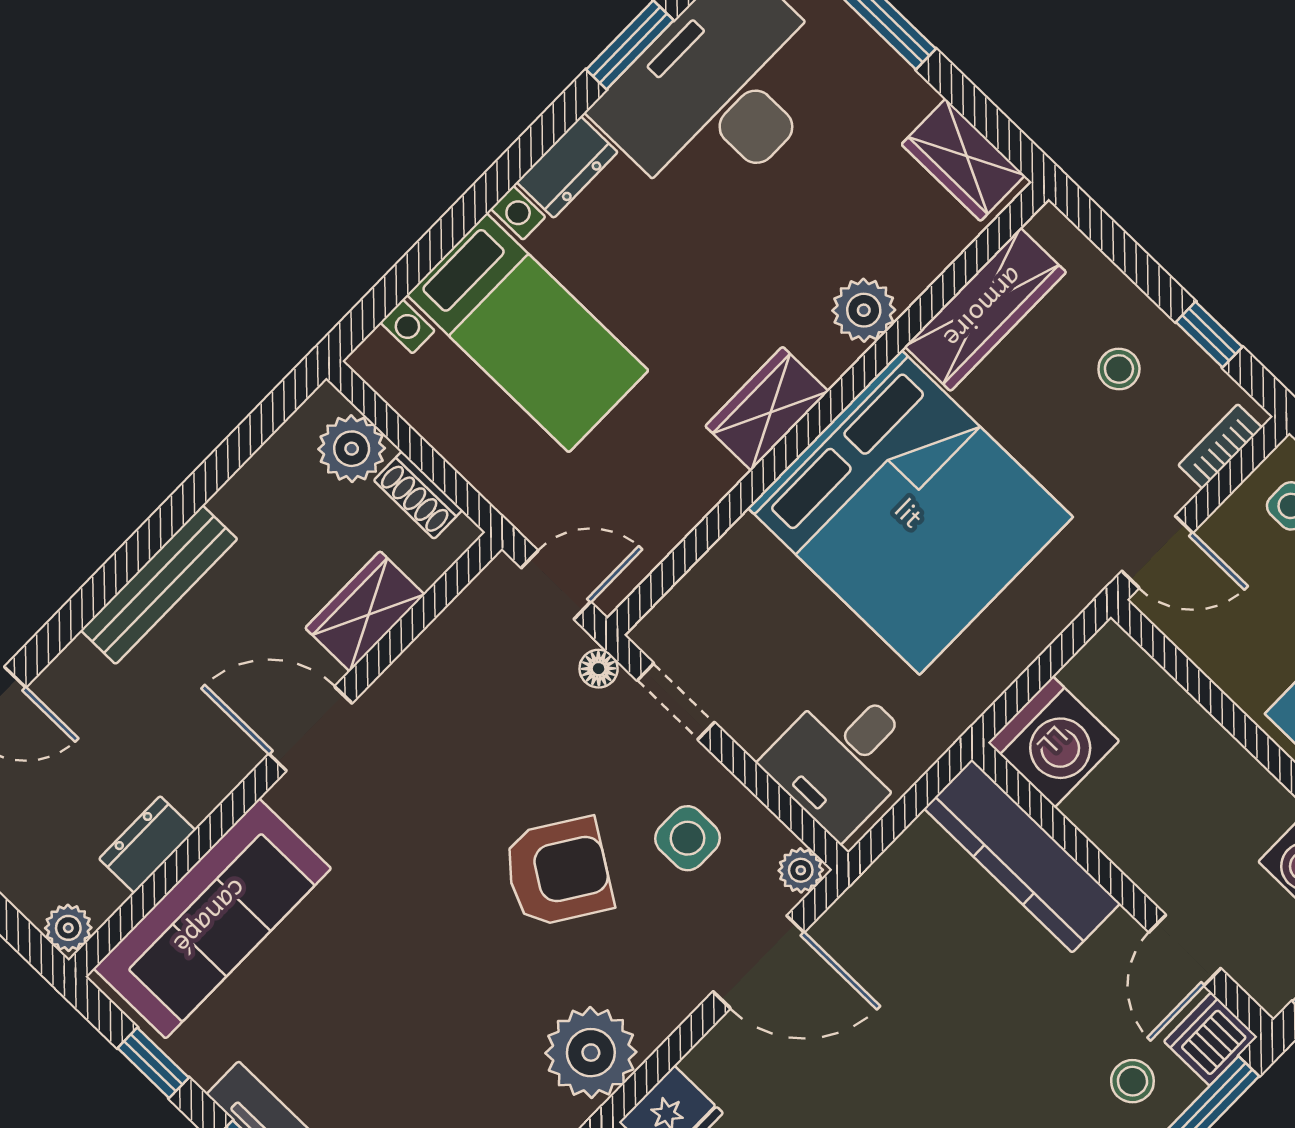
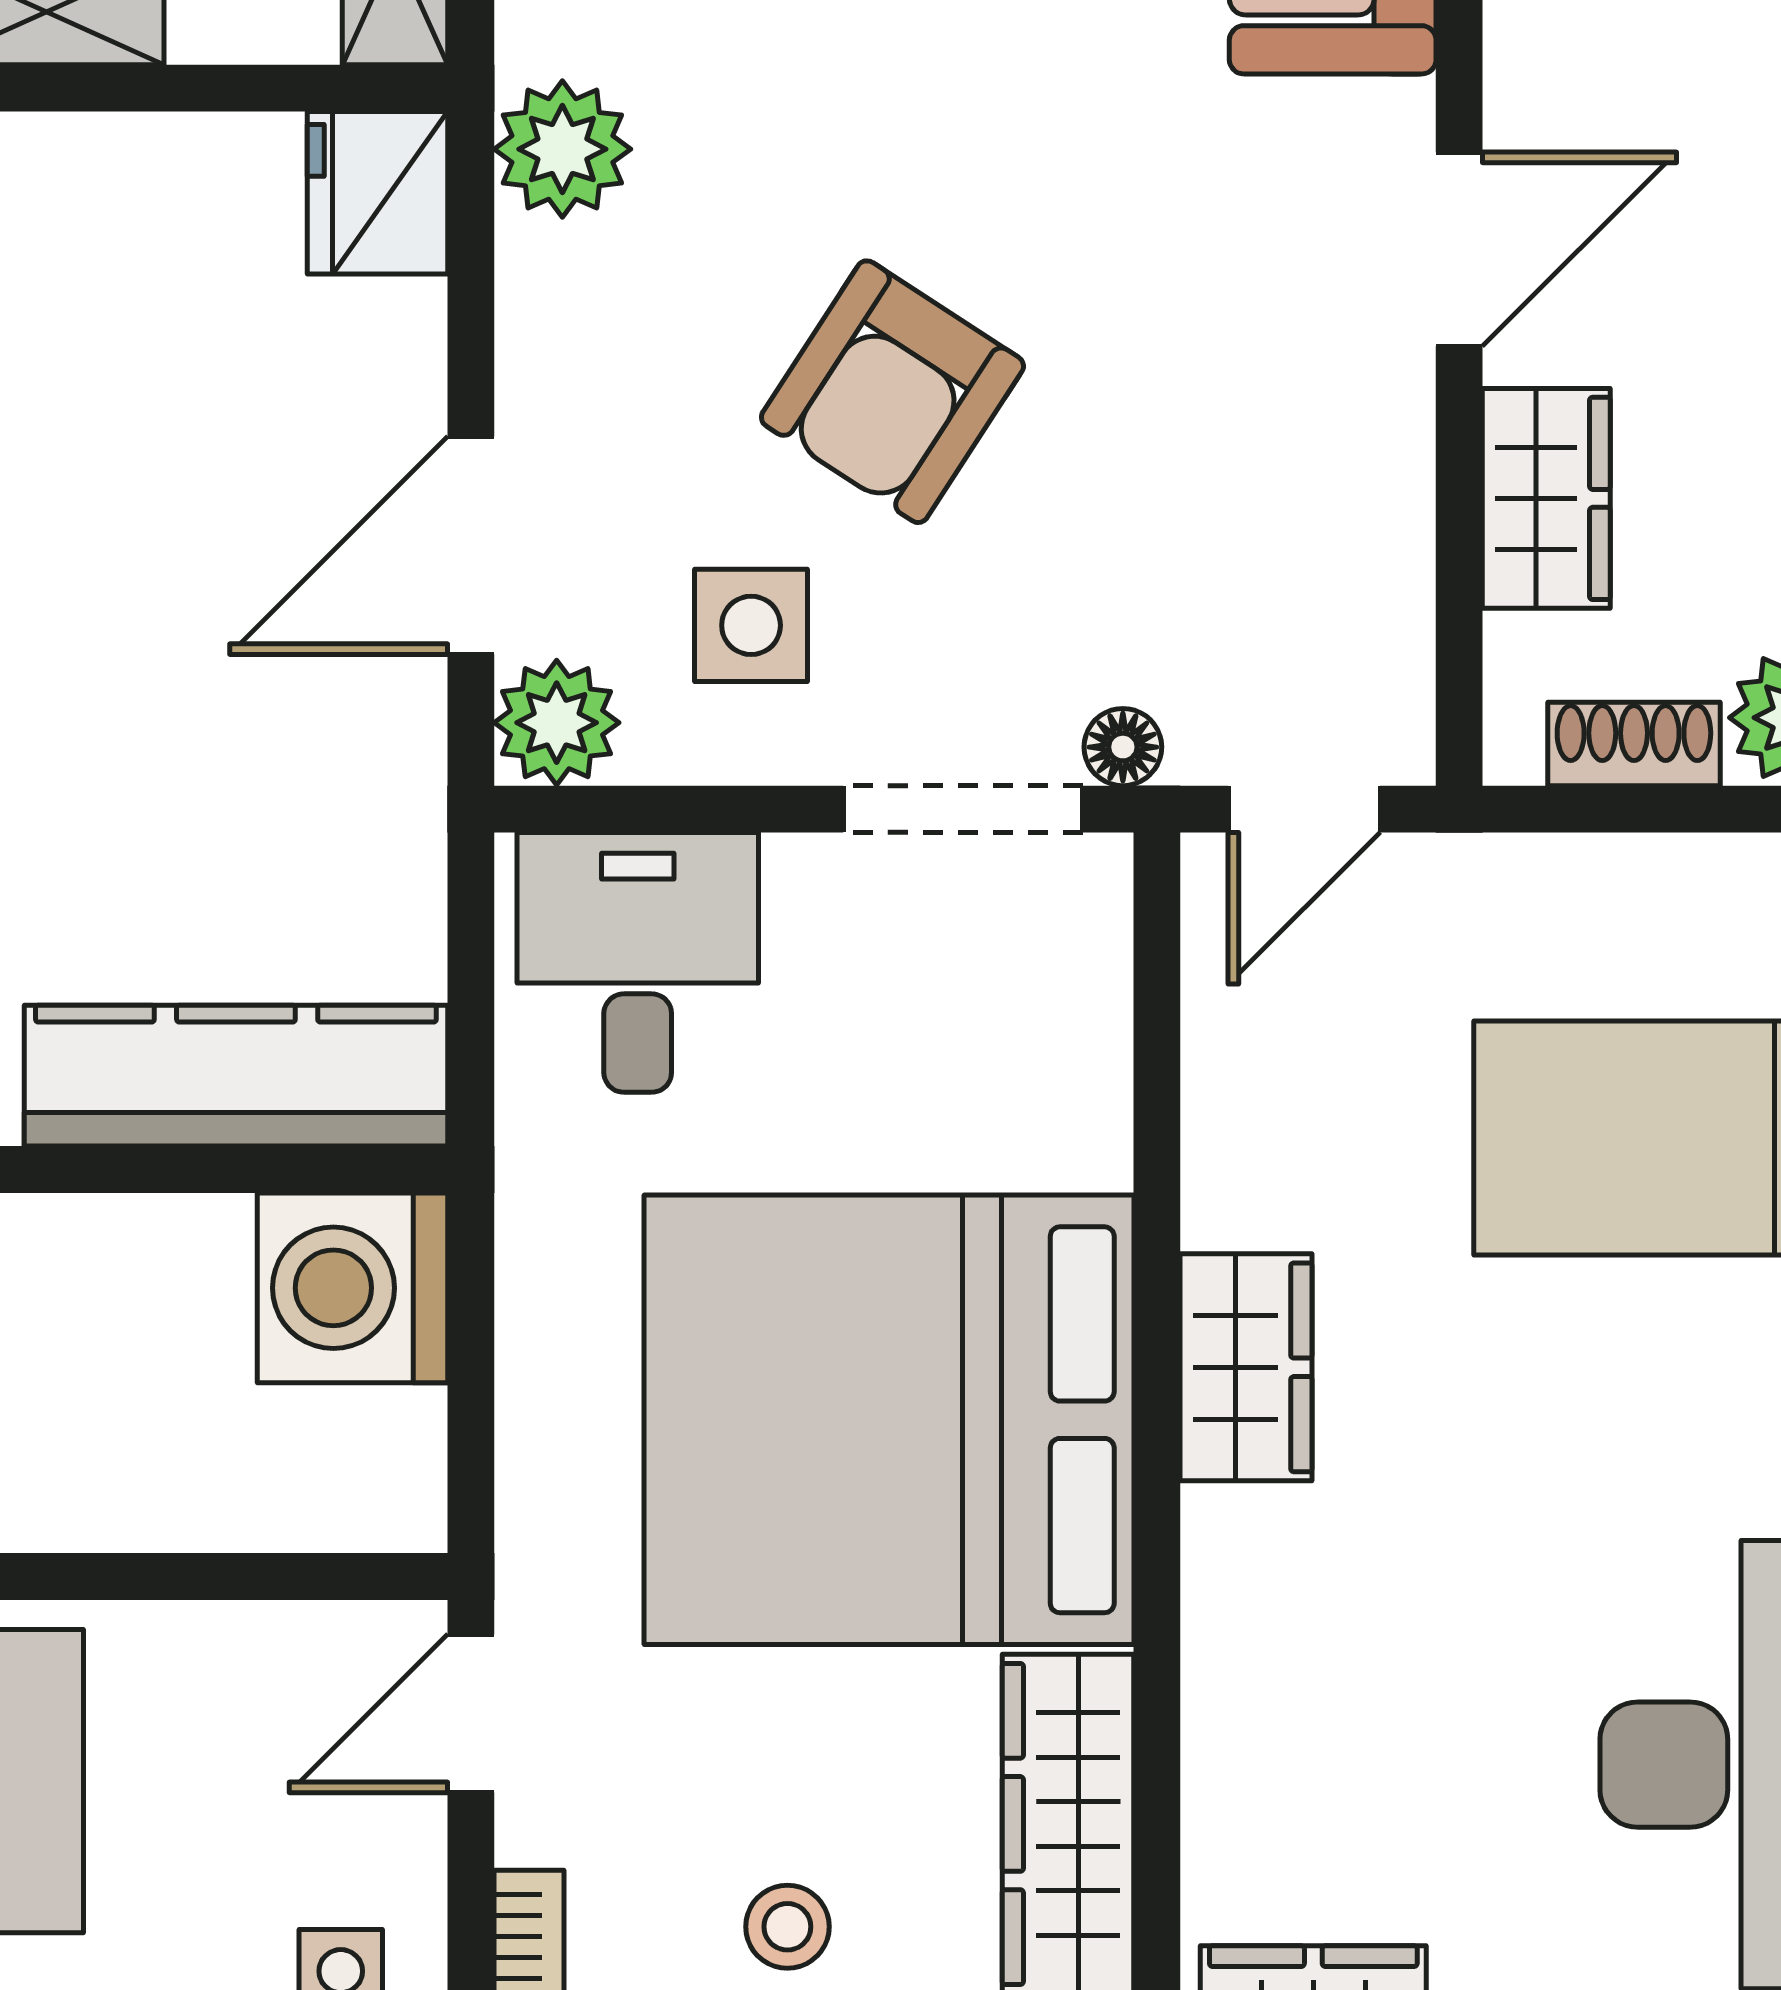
plant: (864, 310) -> (1245, 1650), removed
doorway: (676, 701) -> (963, 809), width x1.38
plant: (801, 870) -> (557, 723), width x1.38, depth x1.38
plant: (591, 1053) -> (562, 149), width x0.73, depth x0.73

